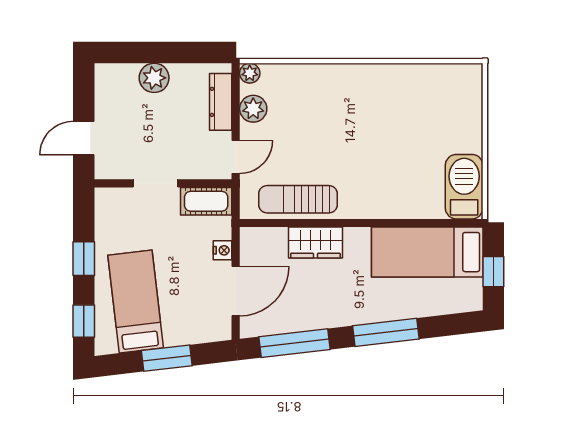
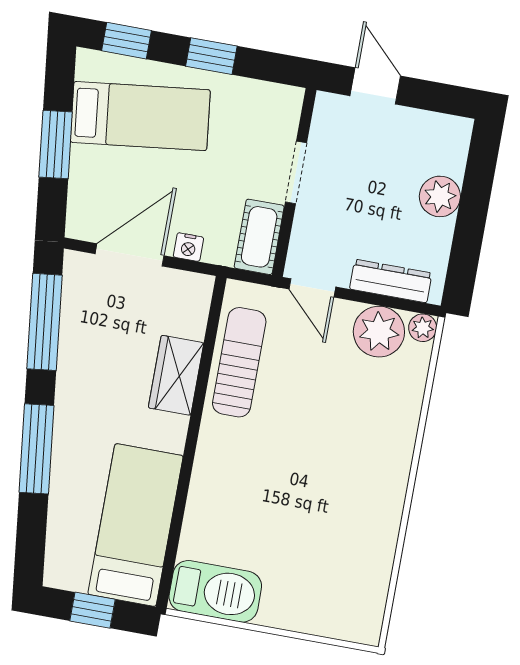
plant: (253, 109) -> (379, 332), width x1.36, depth x1.36
door: (236, 291) -> (130, 255), swing flipped

